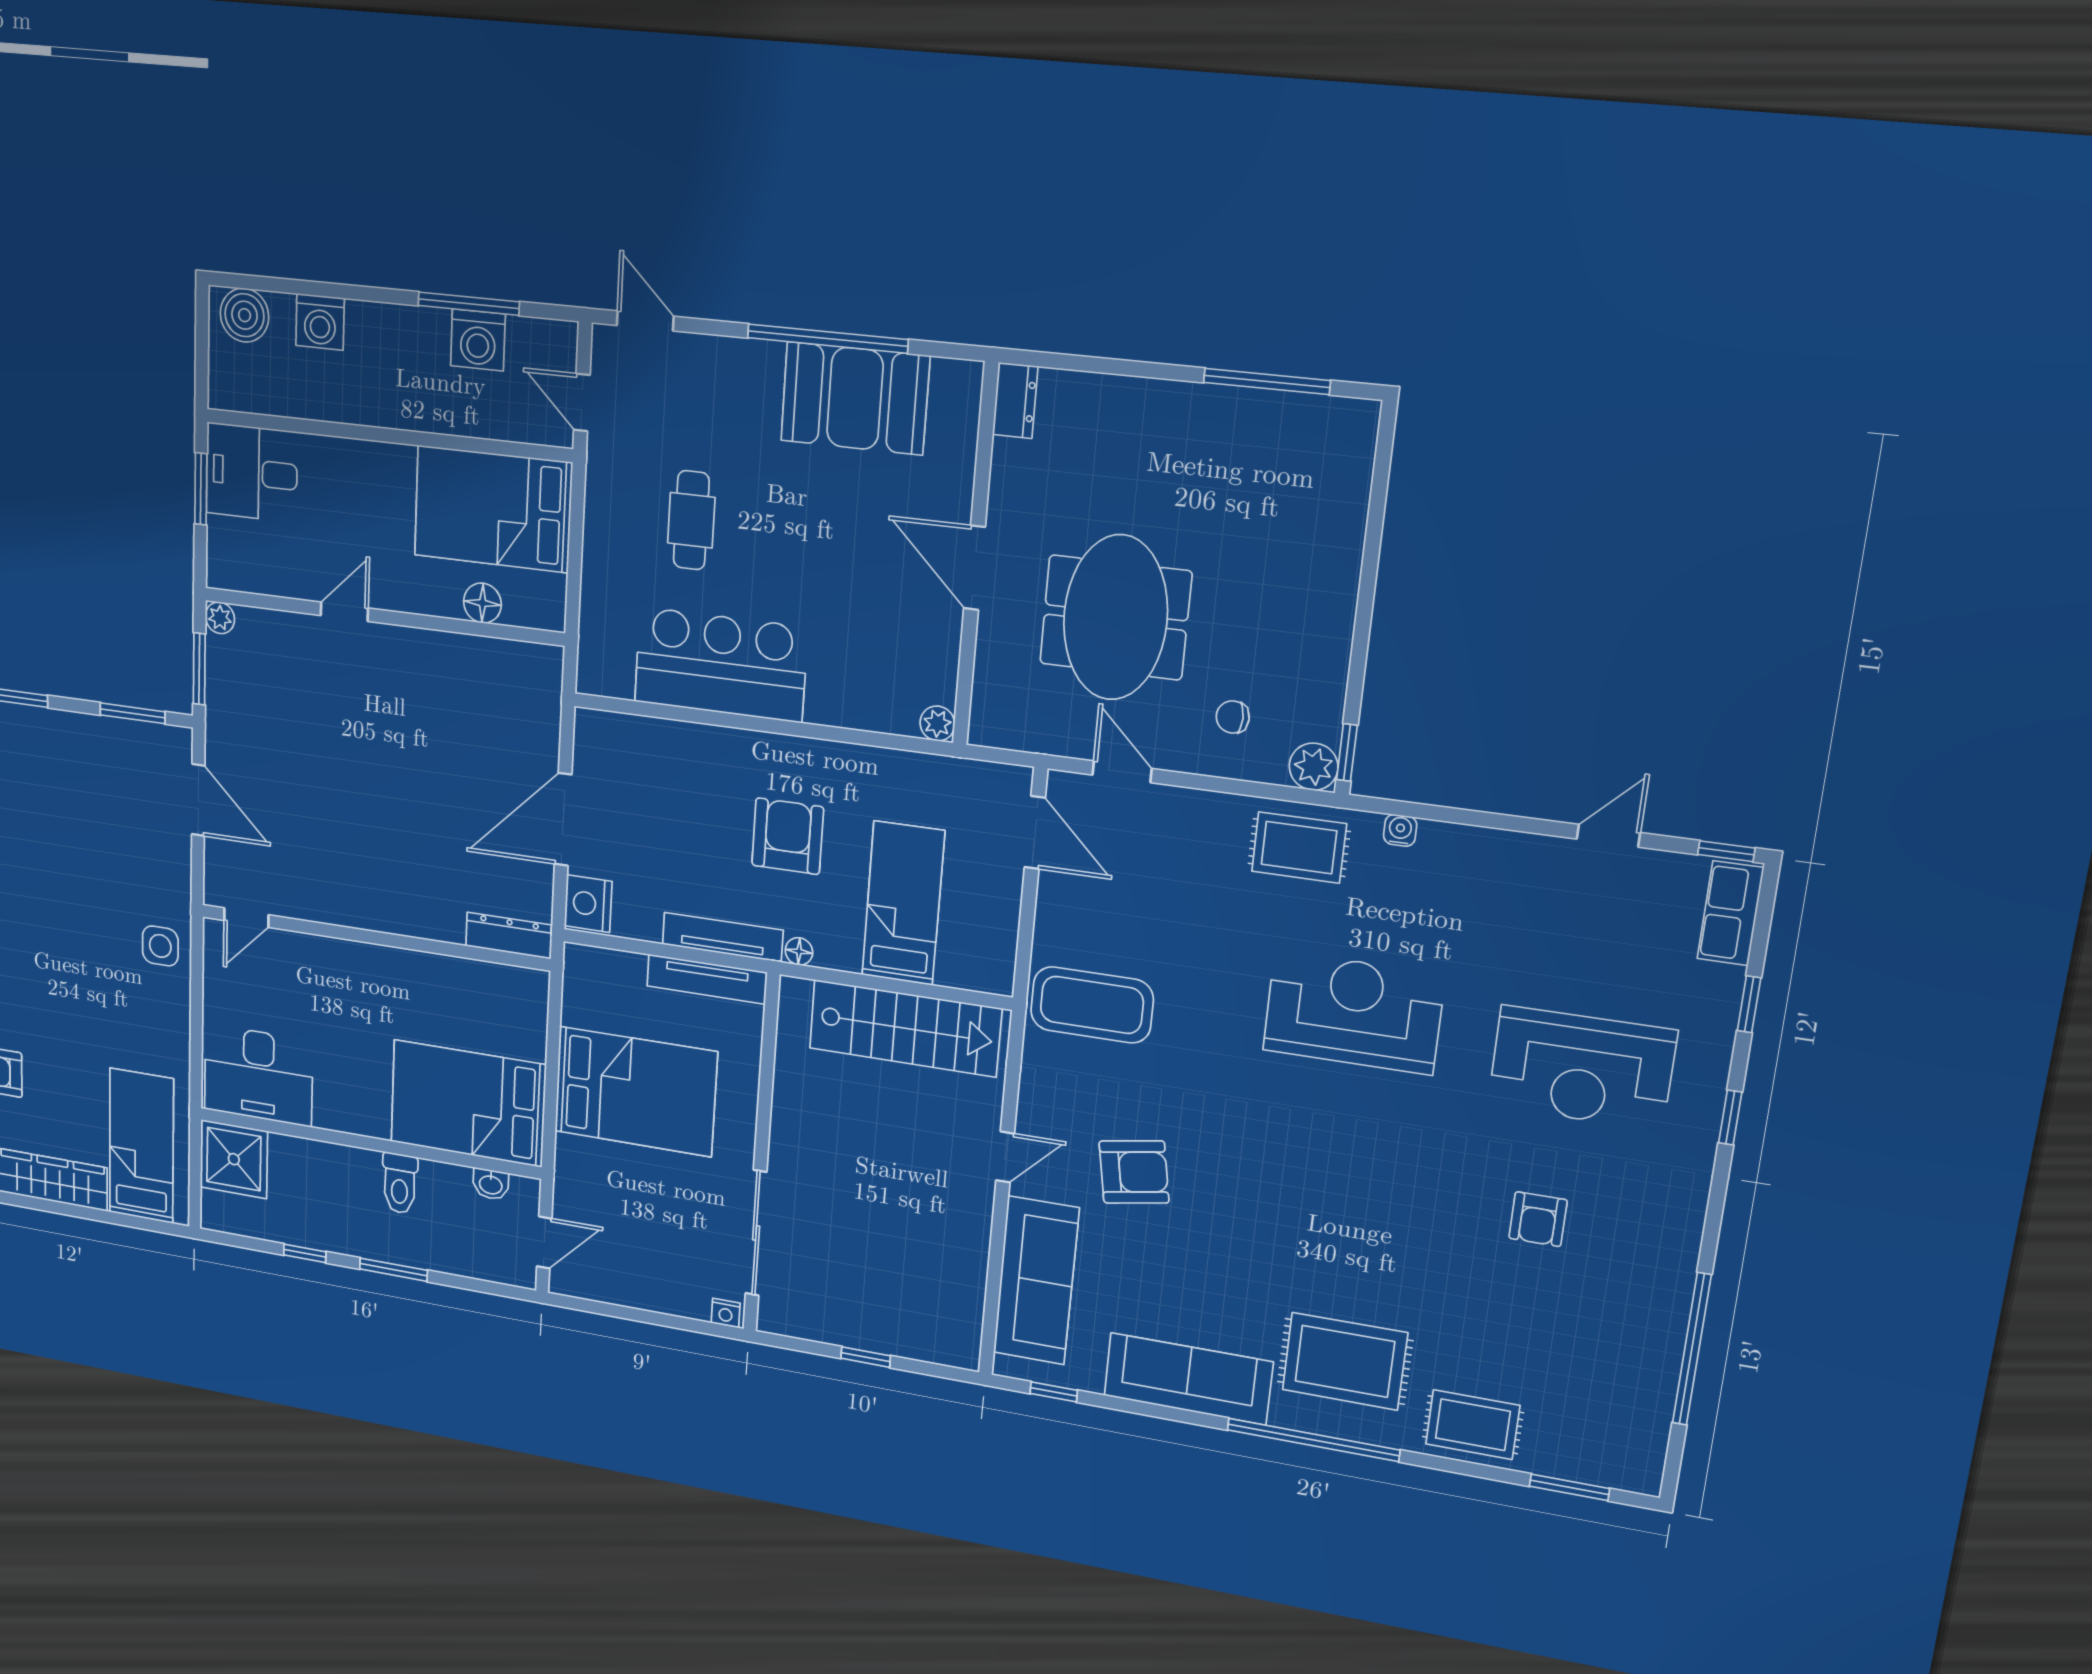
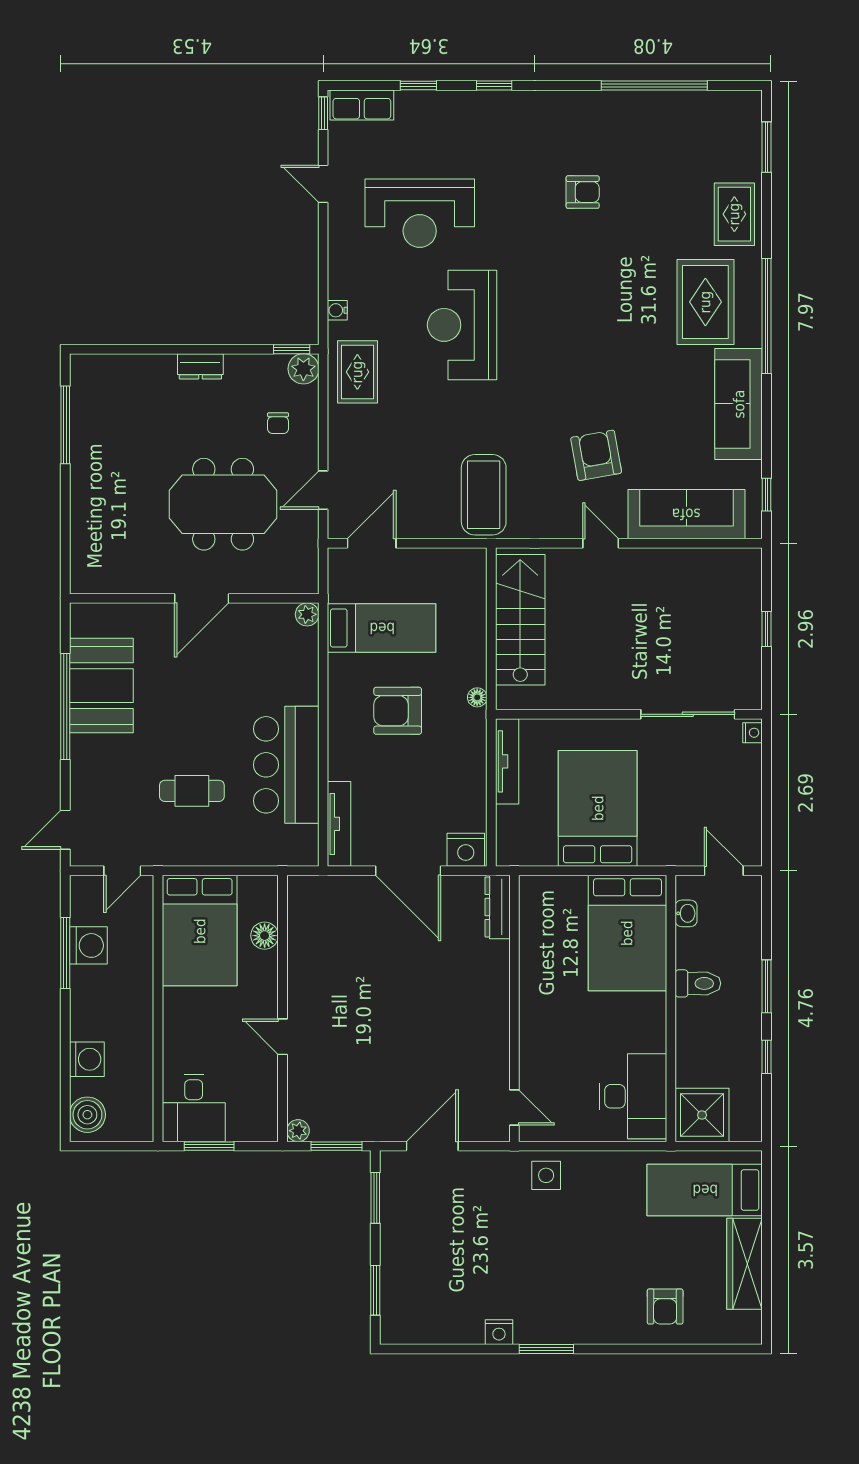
dresser: (1015, 400) -> (200, 366), moved, turned 180
bed: (903, 903) -> (382, 628), moved, turned 180
tv unit: (723, 937) -> (339, 824), moved, turned 180
reception desk: (1582, 1068) -> (420, 213), moved, turned 90

